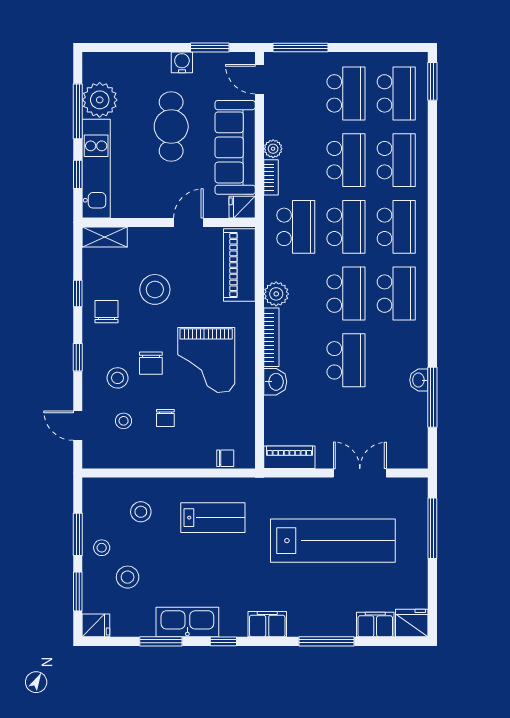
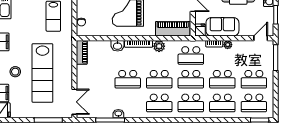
sofa: (235, 147) -> (222, 27), width x0.73
double door: (360, 473) -> (74, 102), moved
stool: (330, 598) -> (15, 72), added

